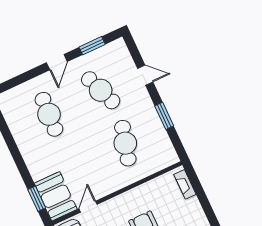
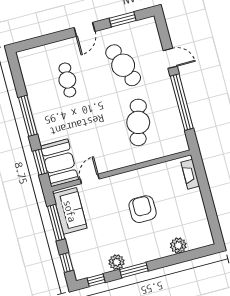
cafe table: (49, 114) -> (67, 80), width x0.73, depth x0.74
window: (164, 116) -> (182, 102), width x2.11
window: (17, 156) -> (28, 116), added

